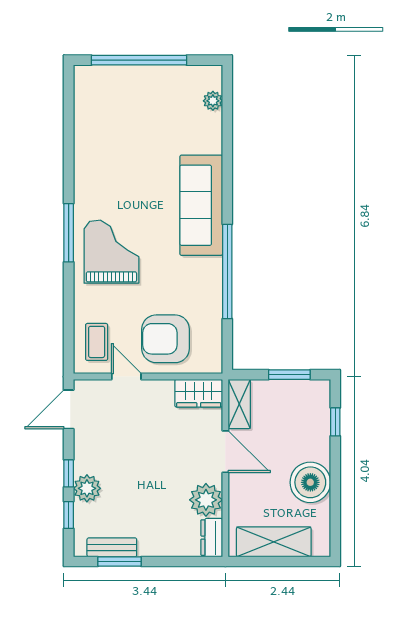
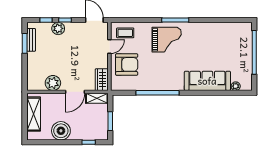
sofa: (201, 205) -> (207, 81), moved
armchair: (166, 339) -> (127, 64), turned 90
dresser: (212, 538) -> (36, 86), removed

